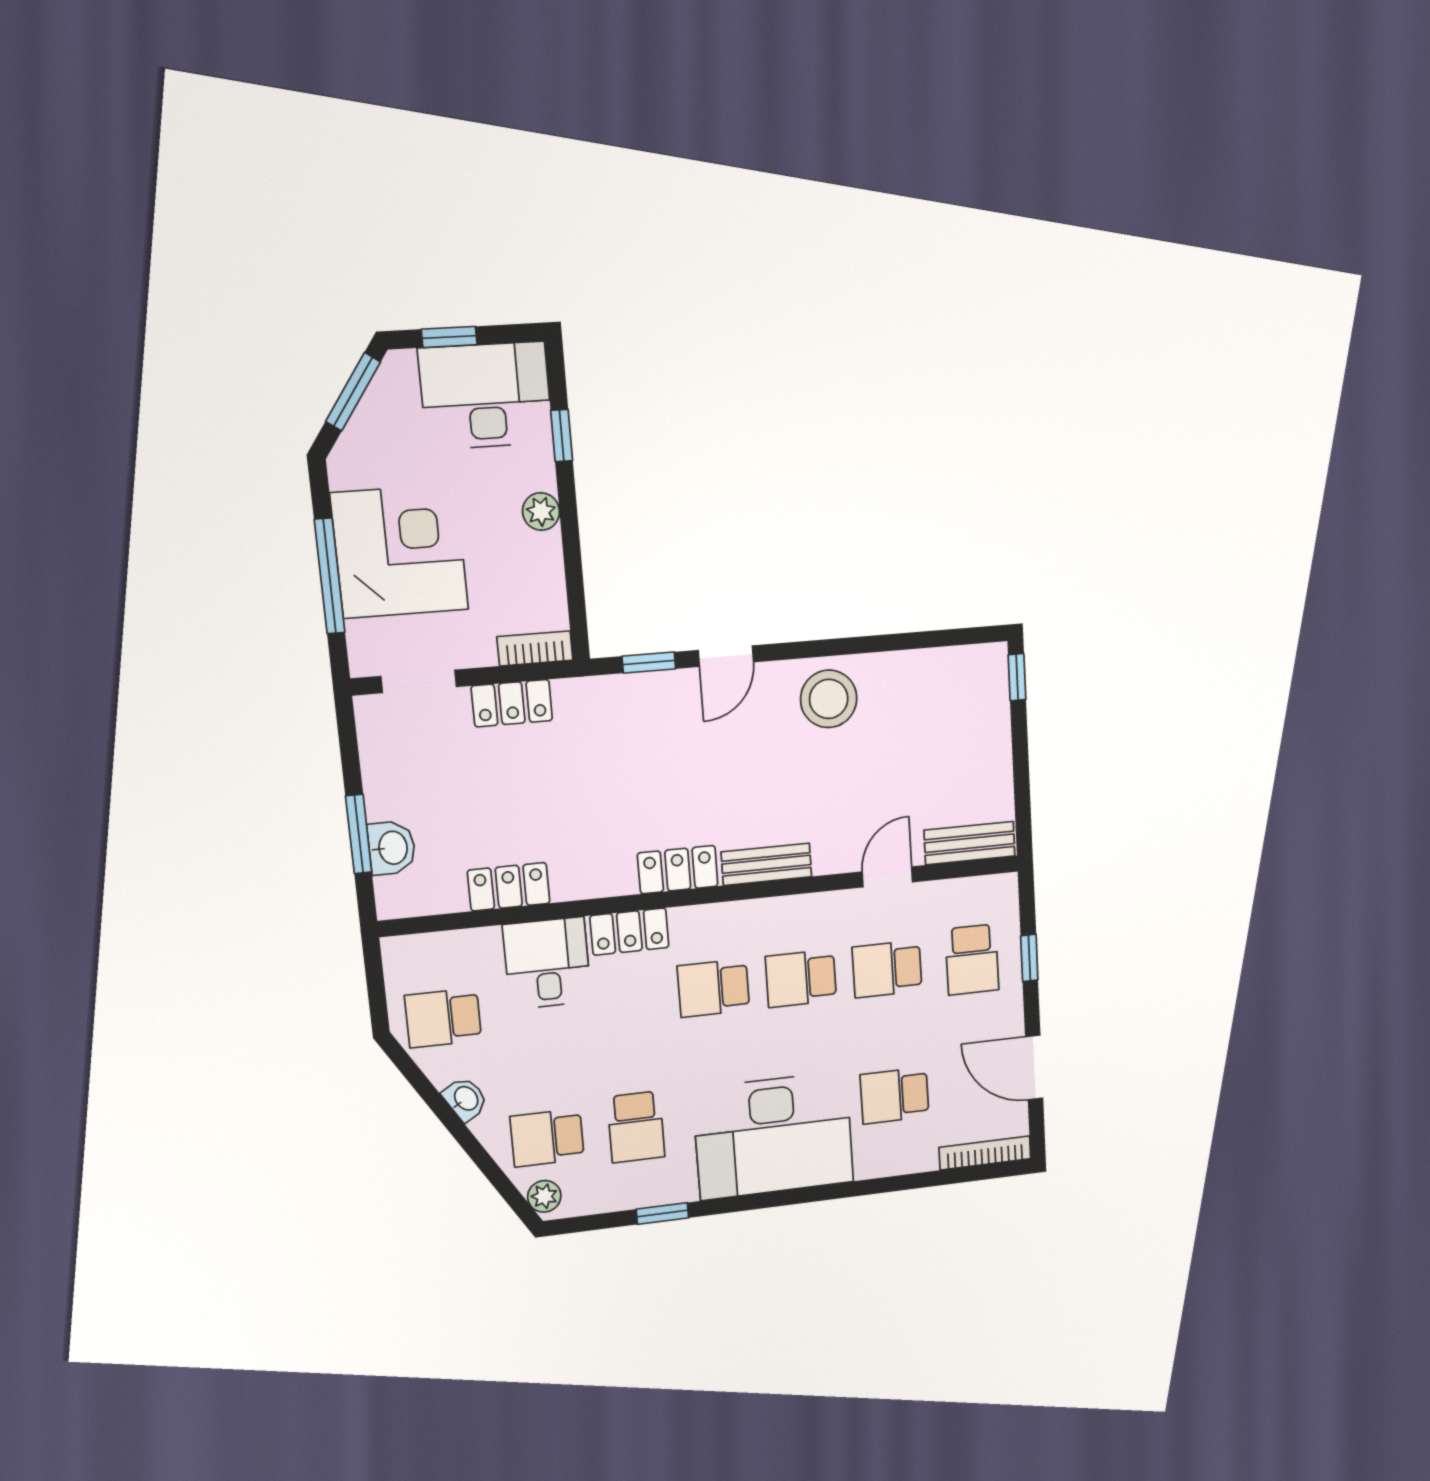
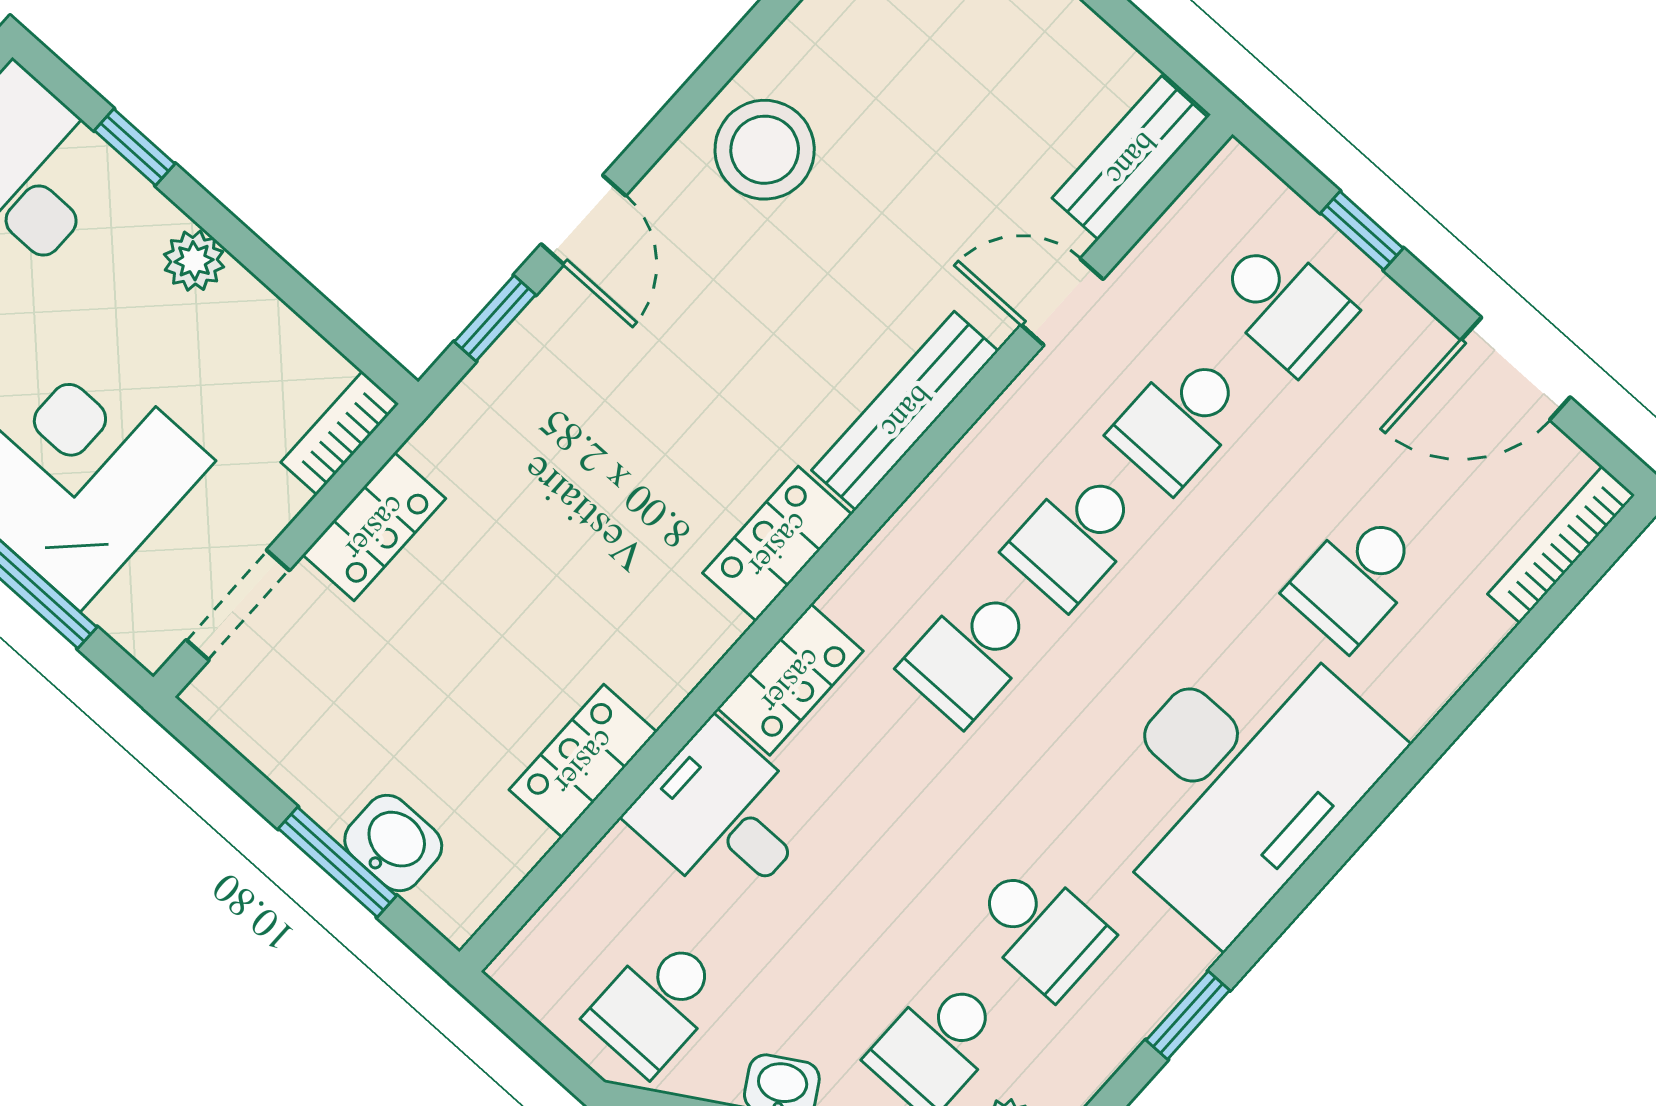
bench: (766, 864) -> (905, 411), width x1.36
door: (887, 877) -> (1062, 302), hinge flipped

